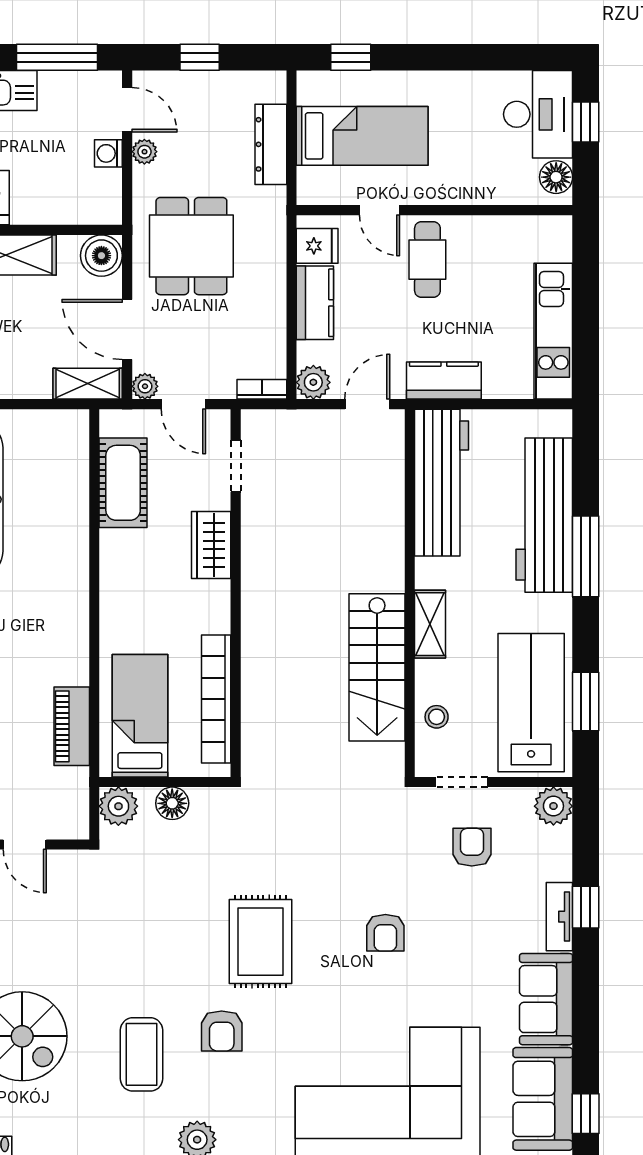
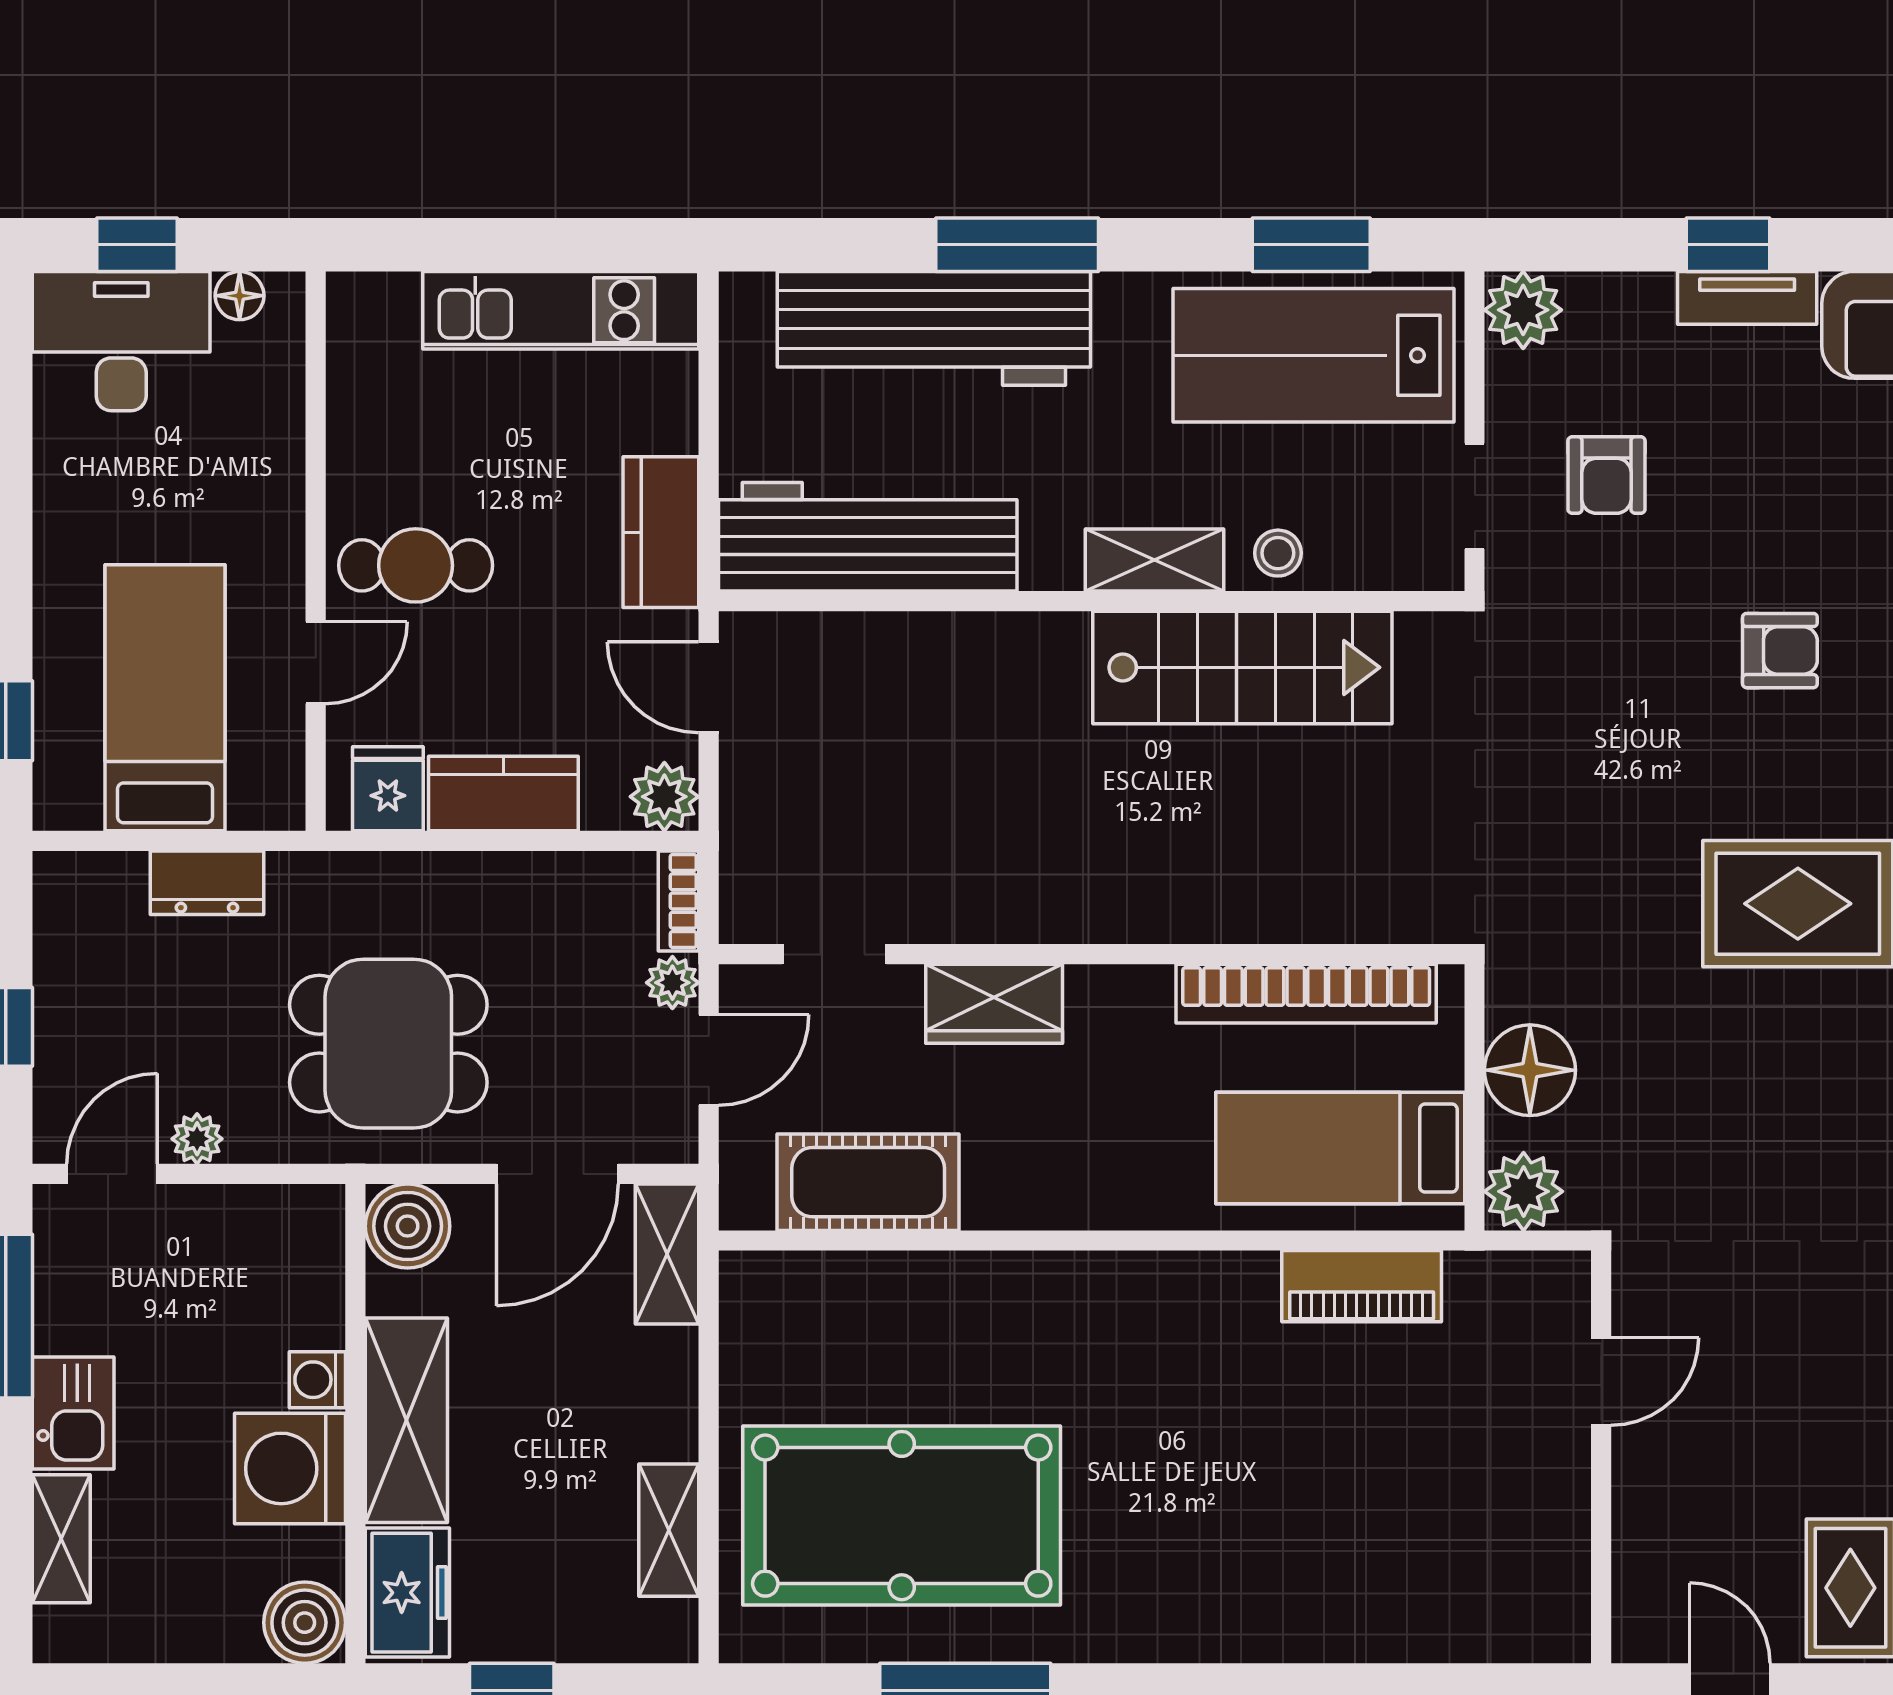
dresser: (271, 144) -> (207, 883), width x0.70
washing machine: (108, 153) -> (317, 1380), moved, turned 90
floor lamp: (556, 177) -> (240, 296), width x0.73, depth x0.73
plant: (145, 386) -> (672, 983), moved
stool: (437, 717) -> (1278, 553), moved
floor lamp: (172, 803) -> (1530, 1070), width x1.38, depth x1.38
armchair: (472, 847) -> (1606, 475), turned -90

